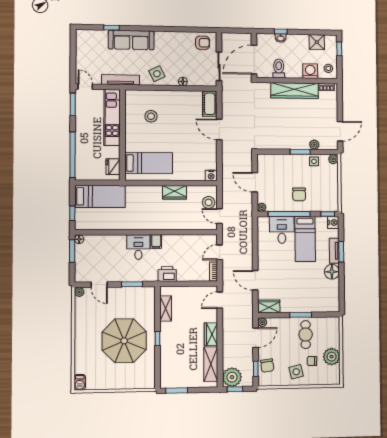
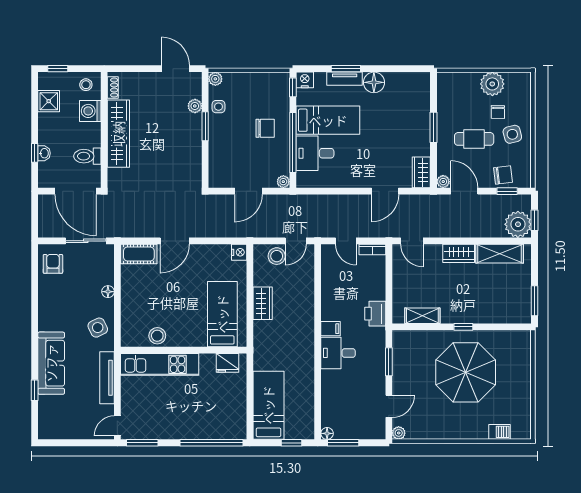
kitchen unit: (112, 118) -> (160, 364), moved
wall: (122, 135) -> (184, 350), moved
bed: (149, 163) -> (222, 314), moved
fridge: (113, 167) -> (227, 363), moved
cafe table: (306, 335) -> (474, 139), moved
barbecue: (80, 382) -> (499, 432), moved

